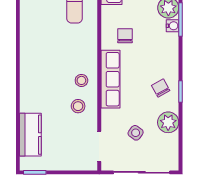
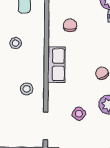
row of seats: (110, 79) -> (56, 65), width x0.68
stool: (81, 80) -> (16, 43), moved

